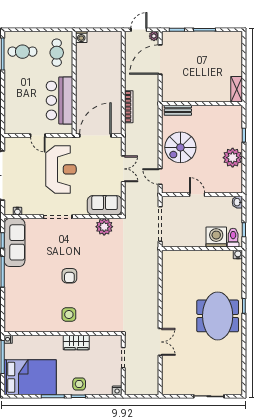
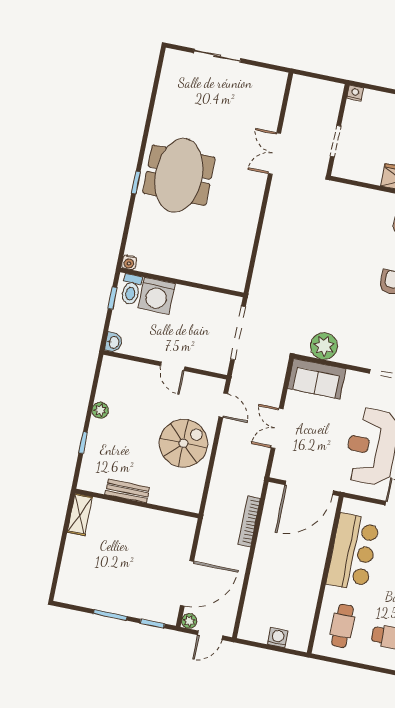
washing machine: (81, 37) -> (278, 638), moved
bench: (178, 110) -> (127, 491), moved
plant: (233, 158) -> (100, 410), width x0.53, depth x0.53

